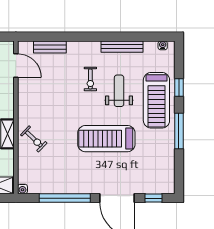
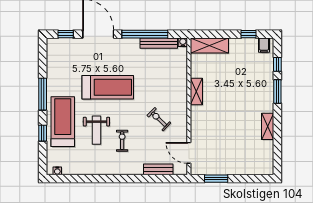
bench: (122, 47) -> (159, 43), moved
exercise bike: (34, 139) -> (159, 119), moved

